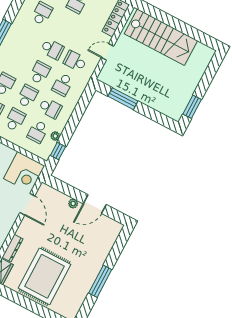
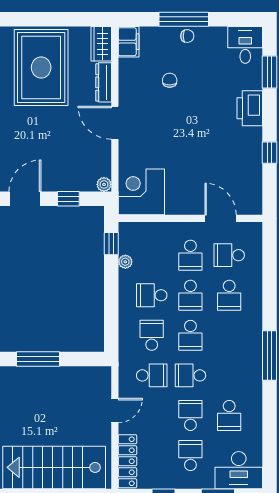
window: (123, 99) -> (38, 359), moved
school desk: (38, 132) -> (190, 415), moved
window: (69, 191) -> (68, 199), added
plant: (73, 203) -> (104, 184), moved
door: (27, 204) -> (115, 123), moved

